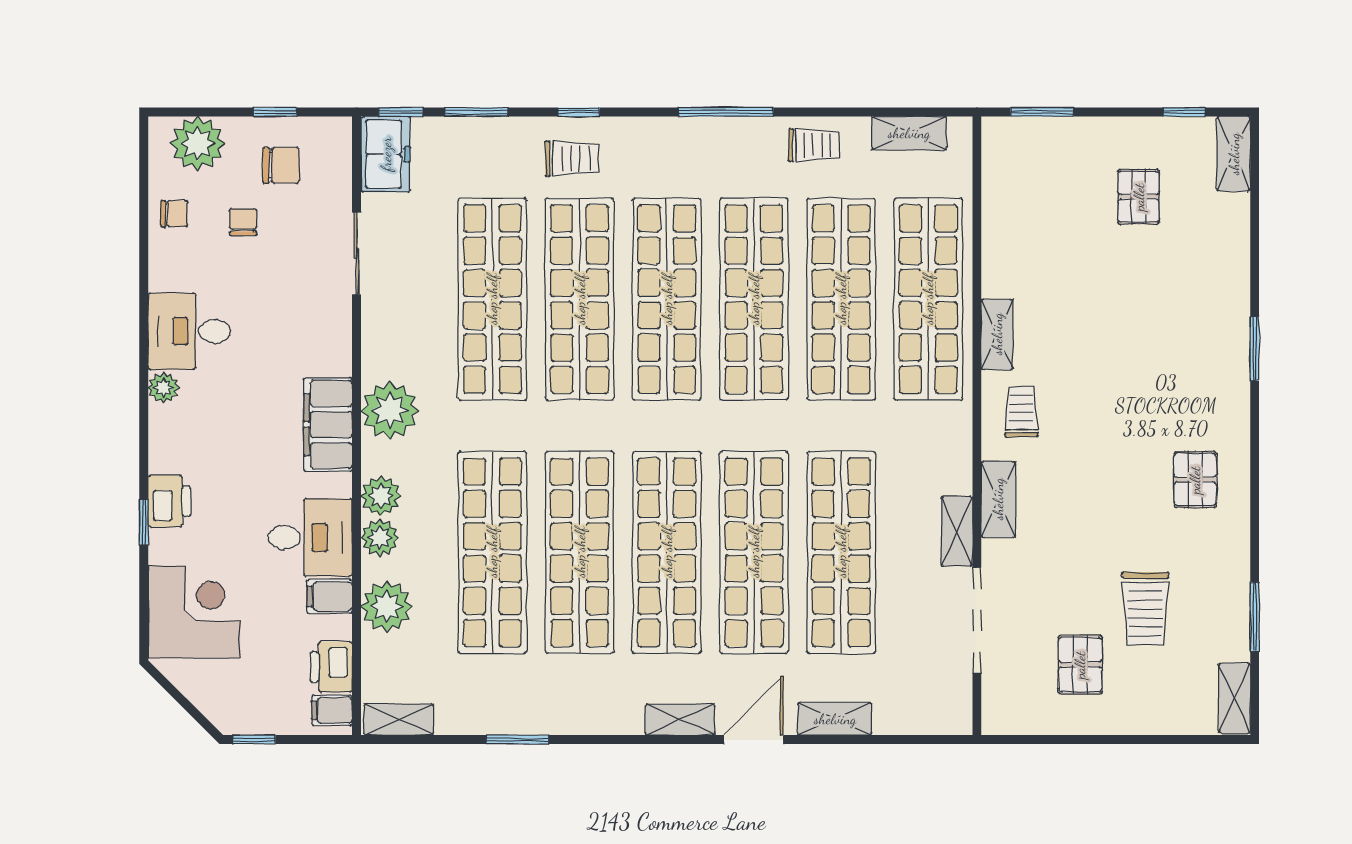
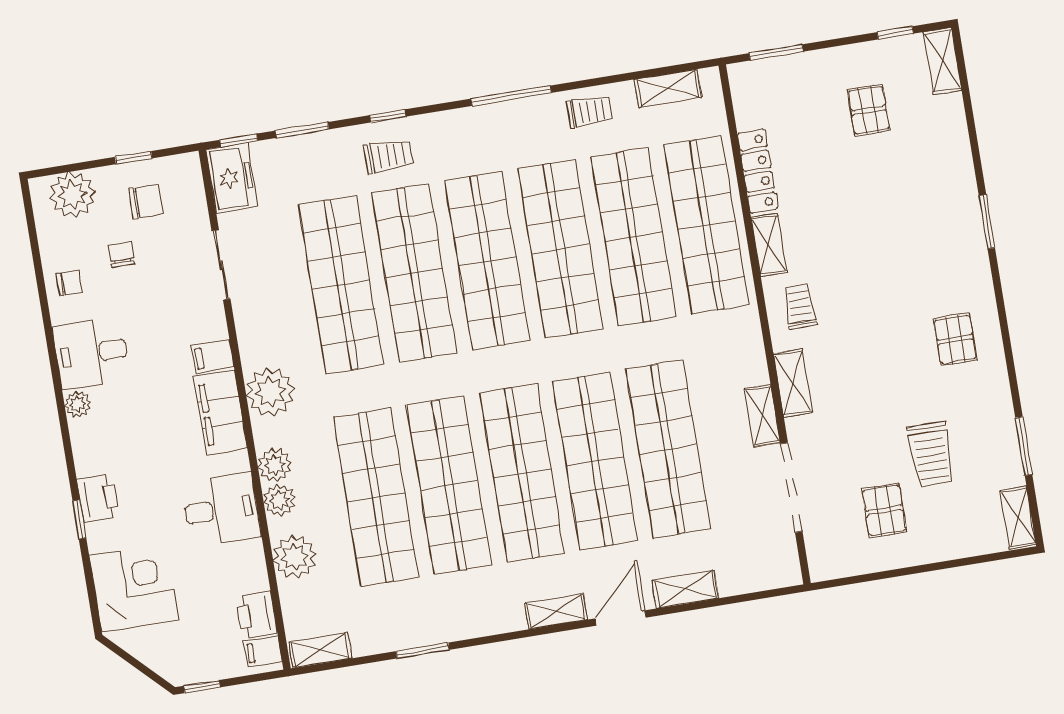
chair: (174, 214) -> (69, 283), moved
locker: (998, 246) -> (758, 171), added
filing cabinet: (329, 596) -> (213, 356), moved

